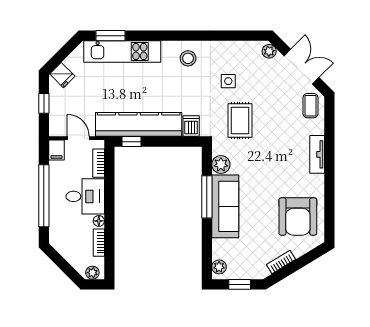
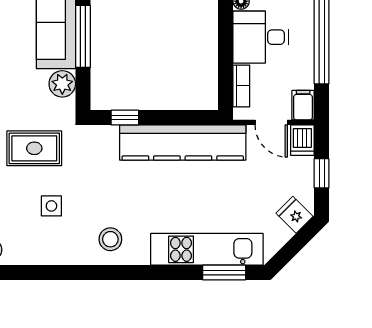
rug: (240, 120) -> (34, 148), turned 90
dishwasher: (191, 126) -> (302, 140), moved
window: (131, 142) -> (125, 118), moved

